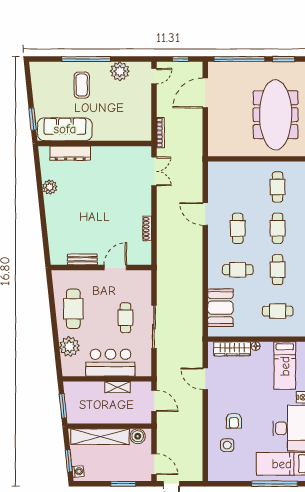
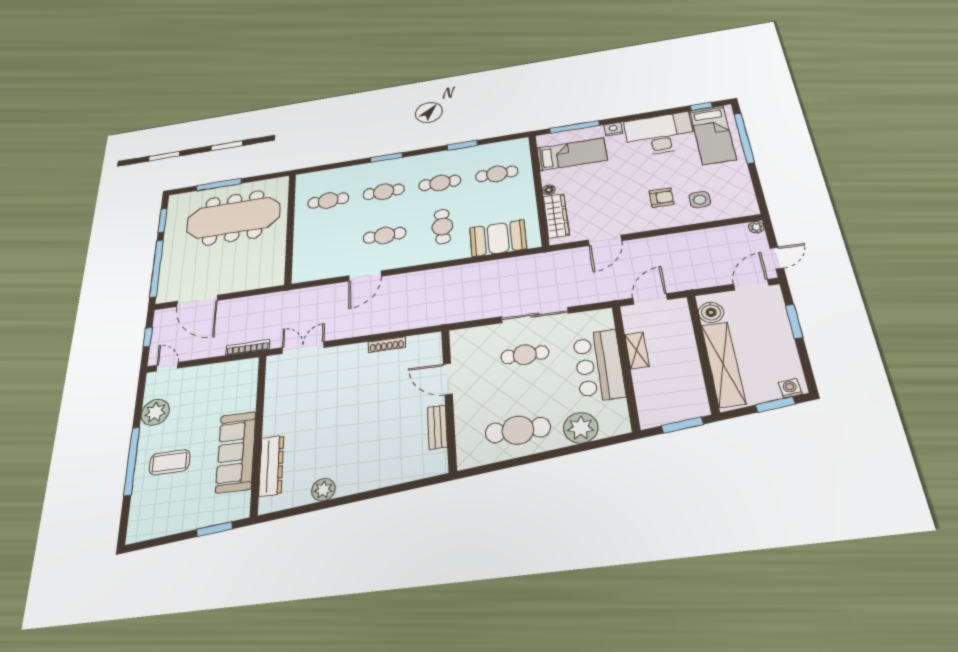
sofa: (65, 129) -> (236, 452), moved
cafe table: (278, 311) -> (497, 174), turned 90
plant: (198, 476) -> (756, 227), added

